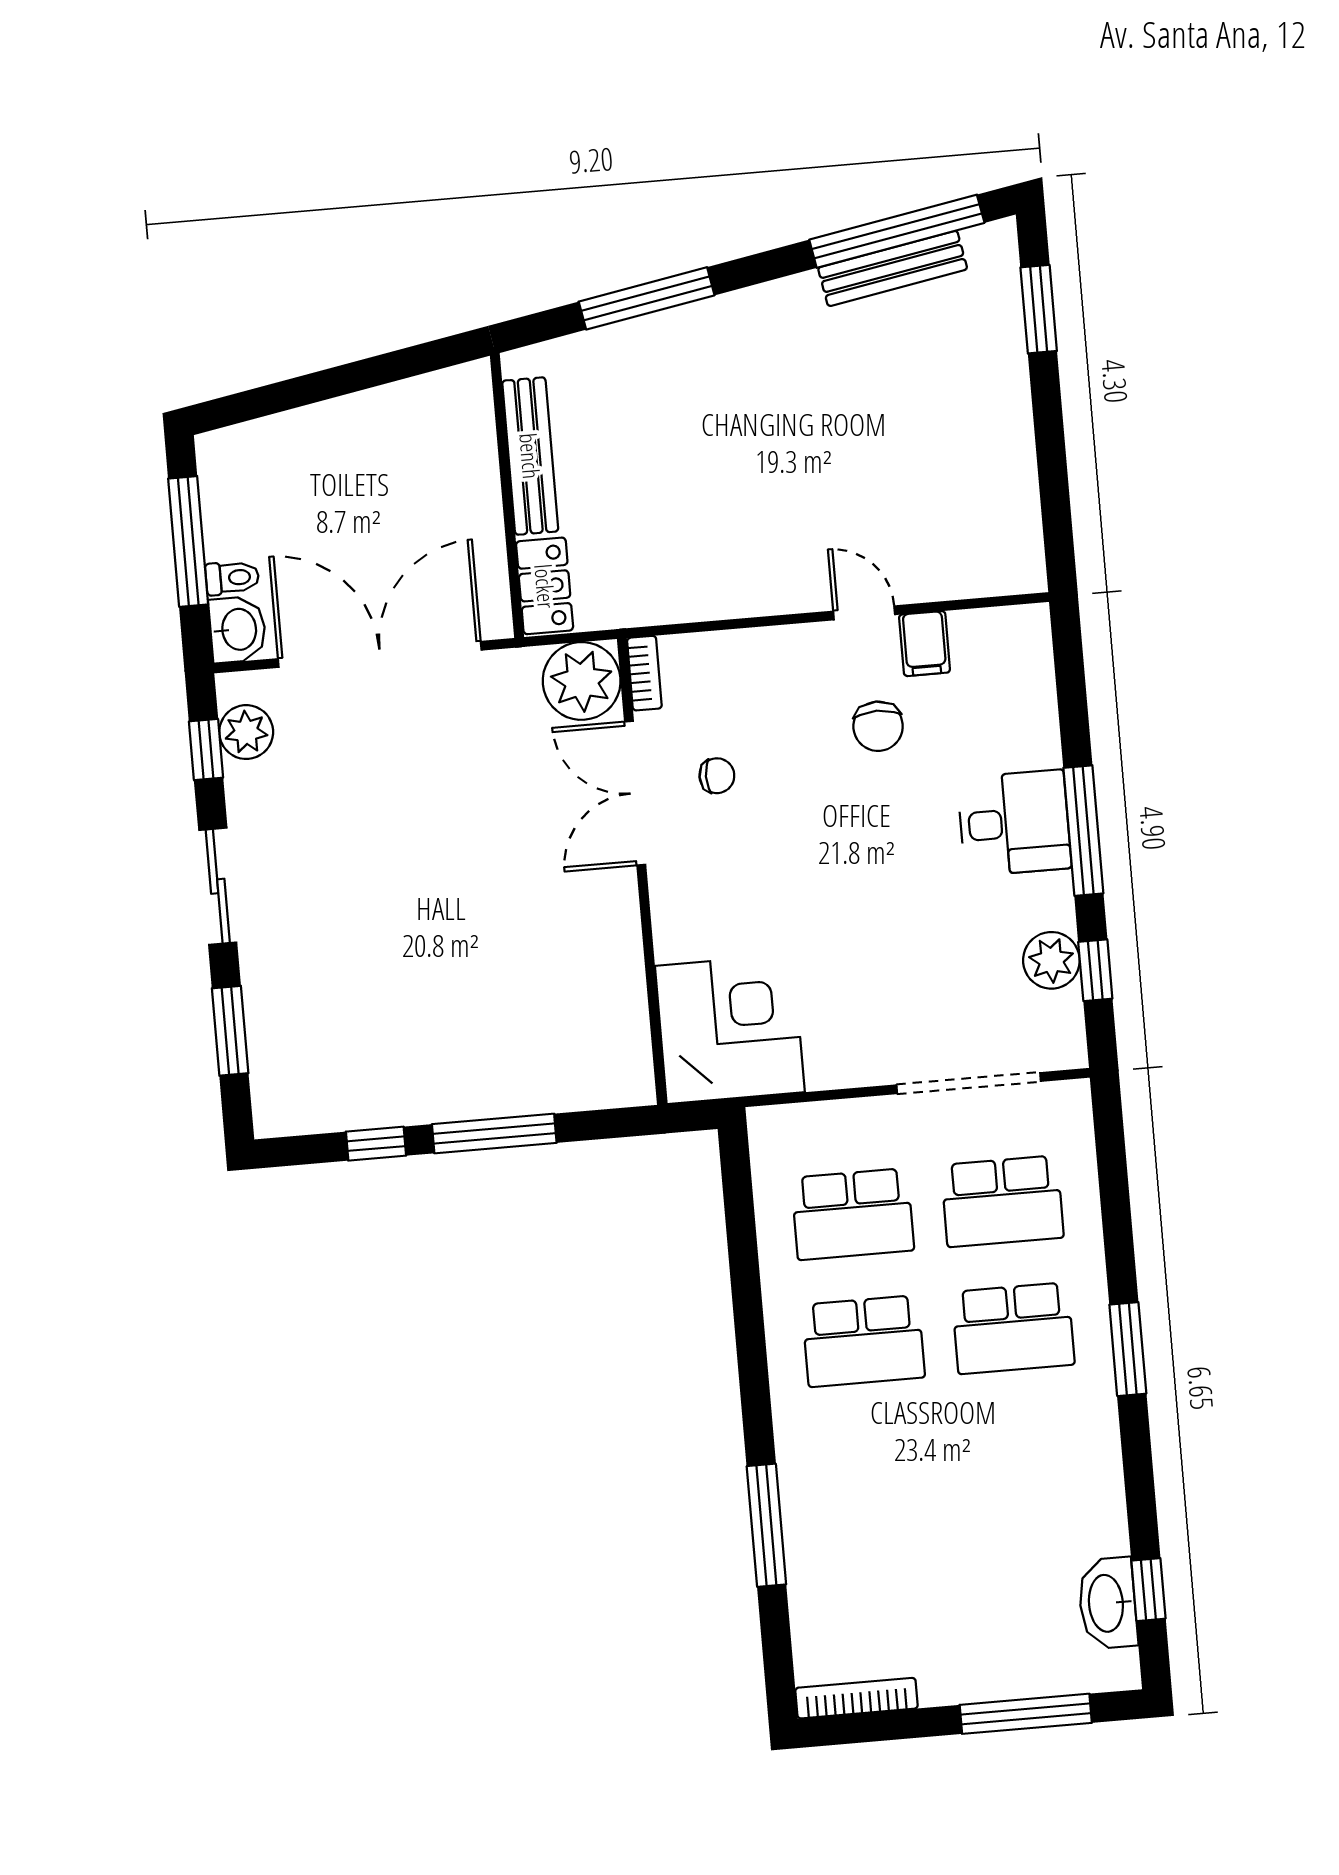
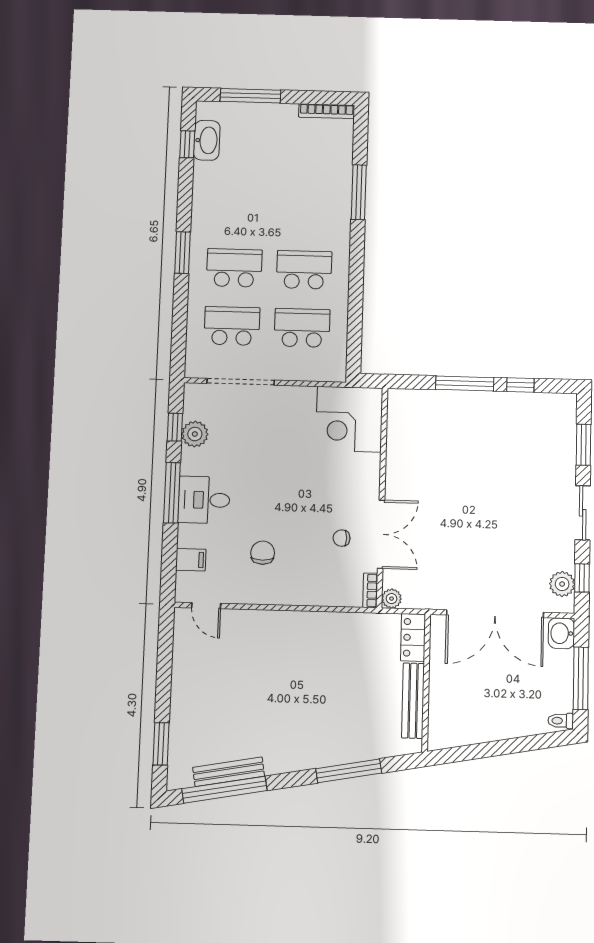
toilet: (232, 578) -> (561, 721), moved
door: (864, 613) -> (206, 606), moved
filing cabinet: (925, 644) -> (191, 560), moved, turned 90
plant: (582, 681) -> (392, 599), width x0.53, depth x0.53

